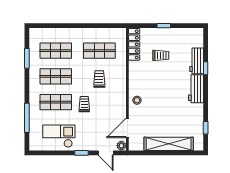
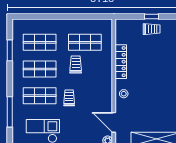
locker: (134, 44) -> (121, 62), moved
trolley: (161, 55) -> (152, 29), moved
trolley: (99, 79) -> (76, 64), moved
door: (127, 128) -> (114, 122), hinge flipped

